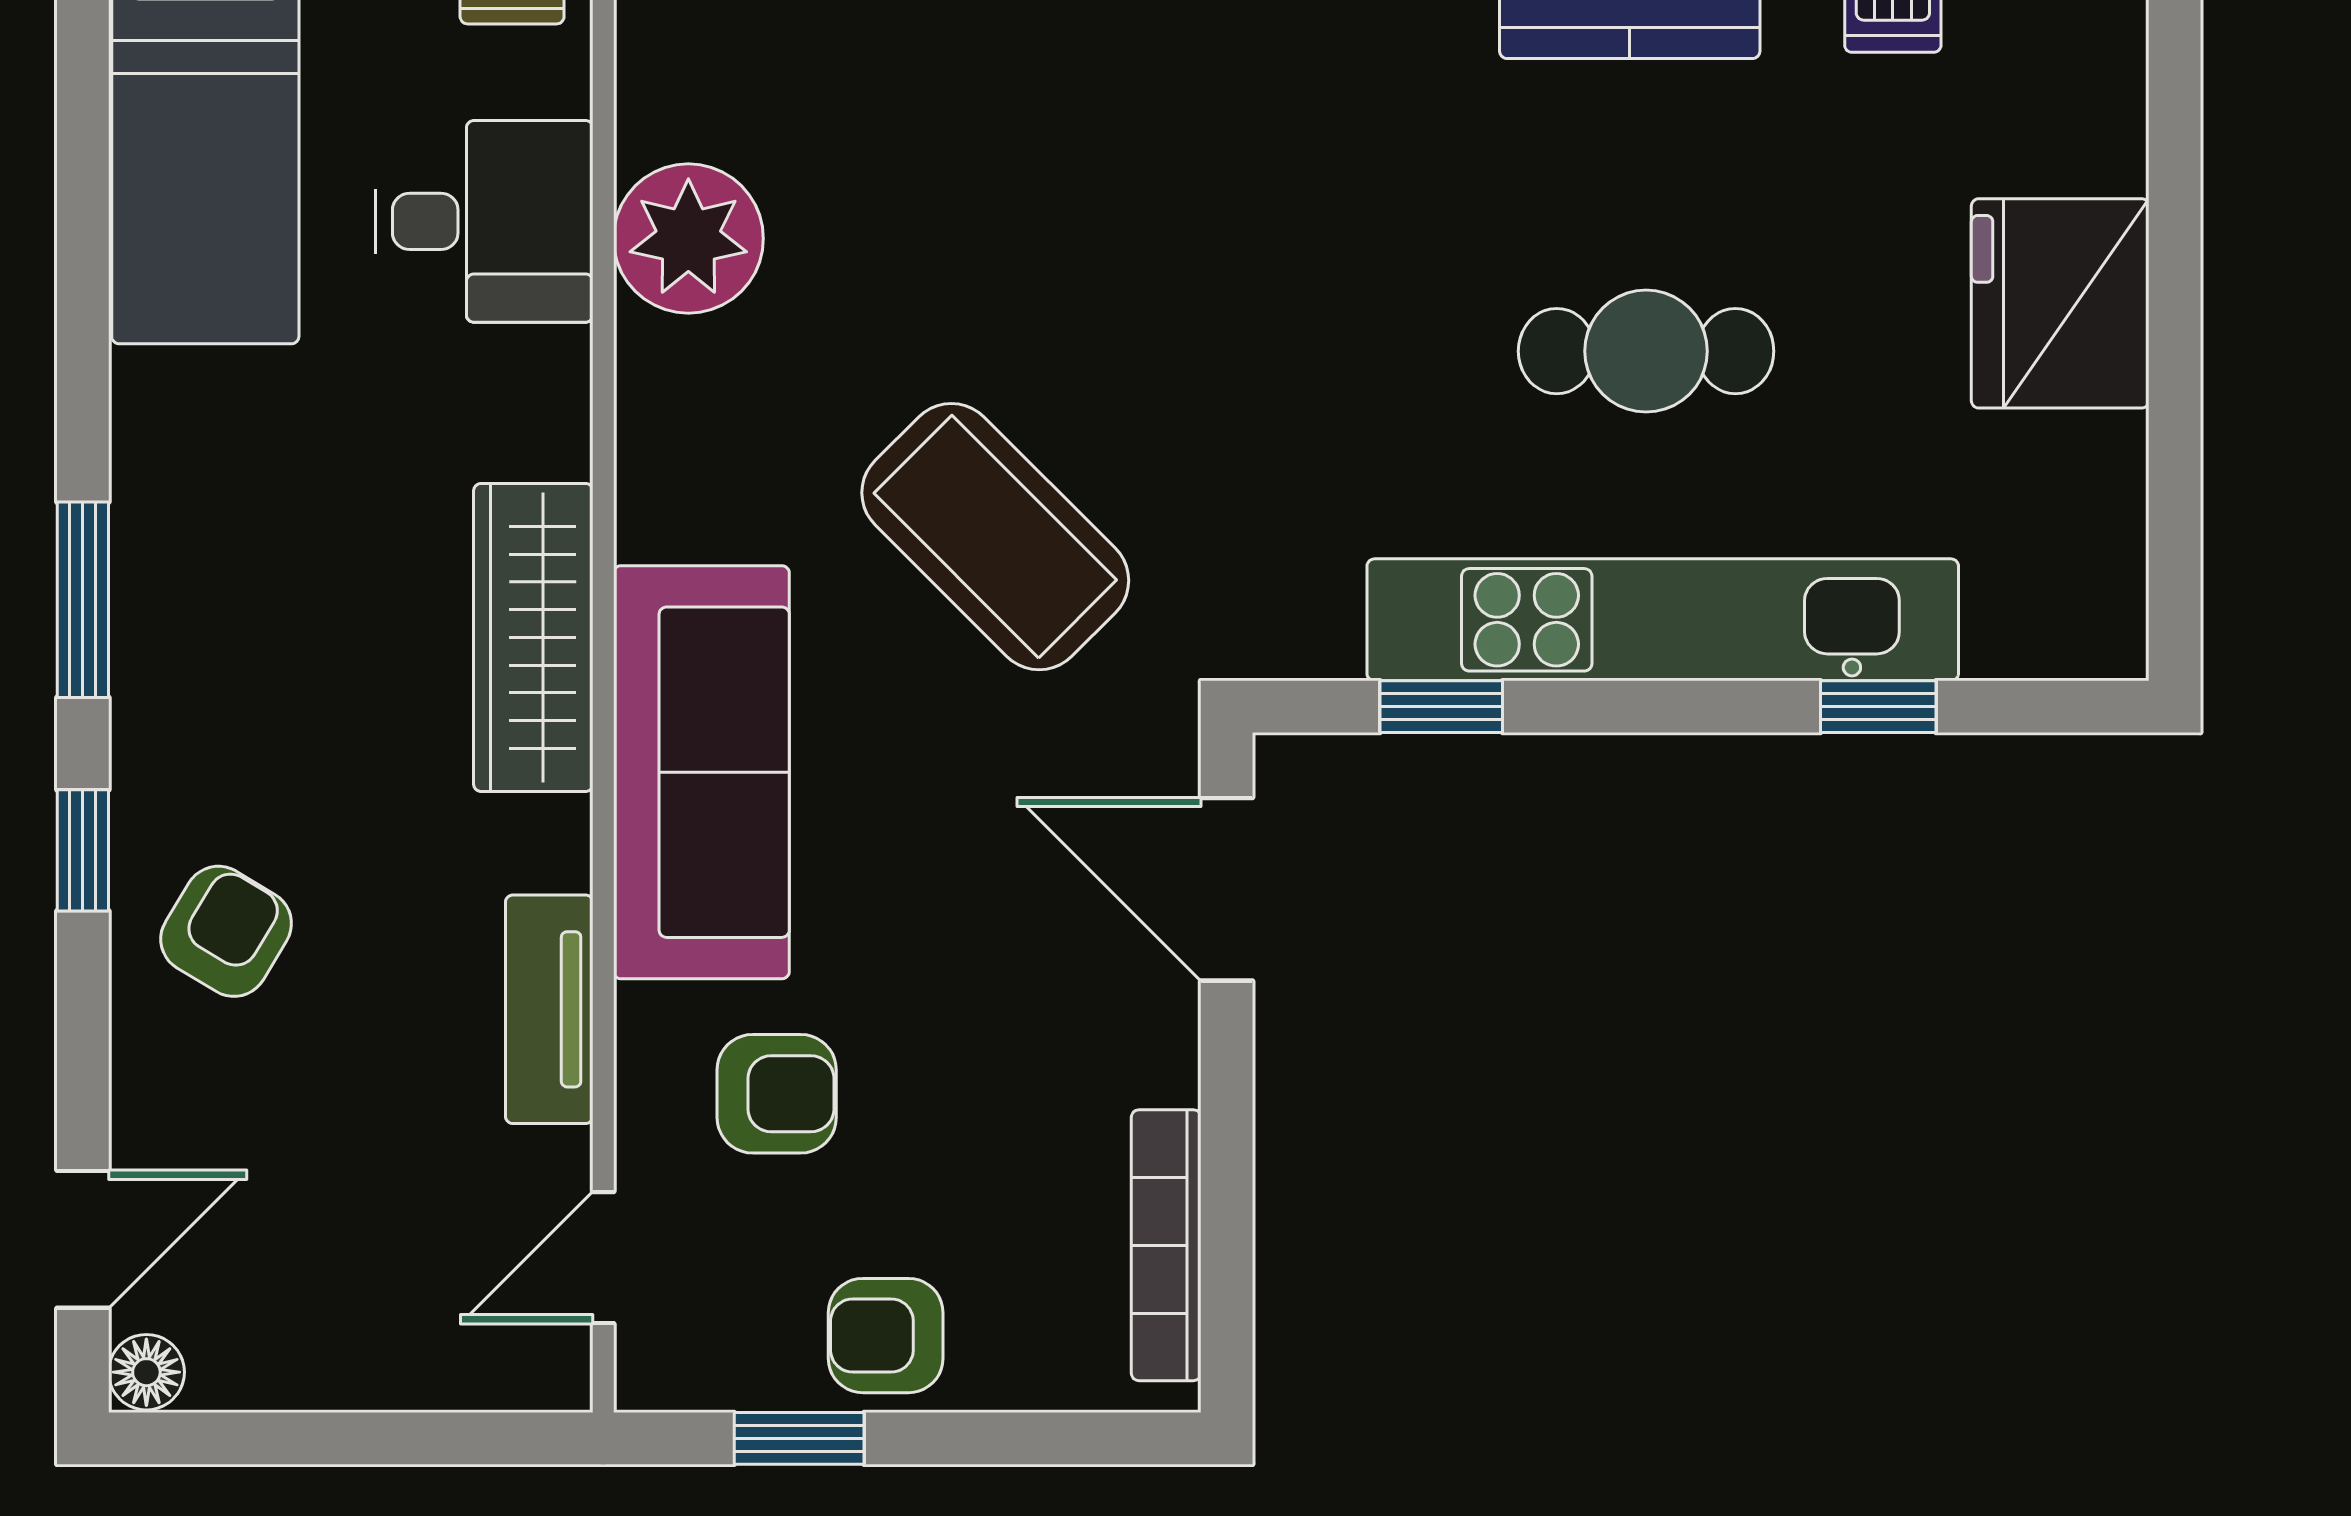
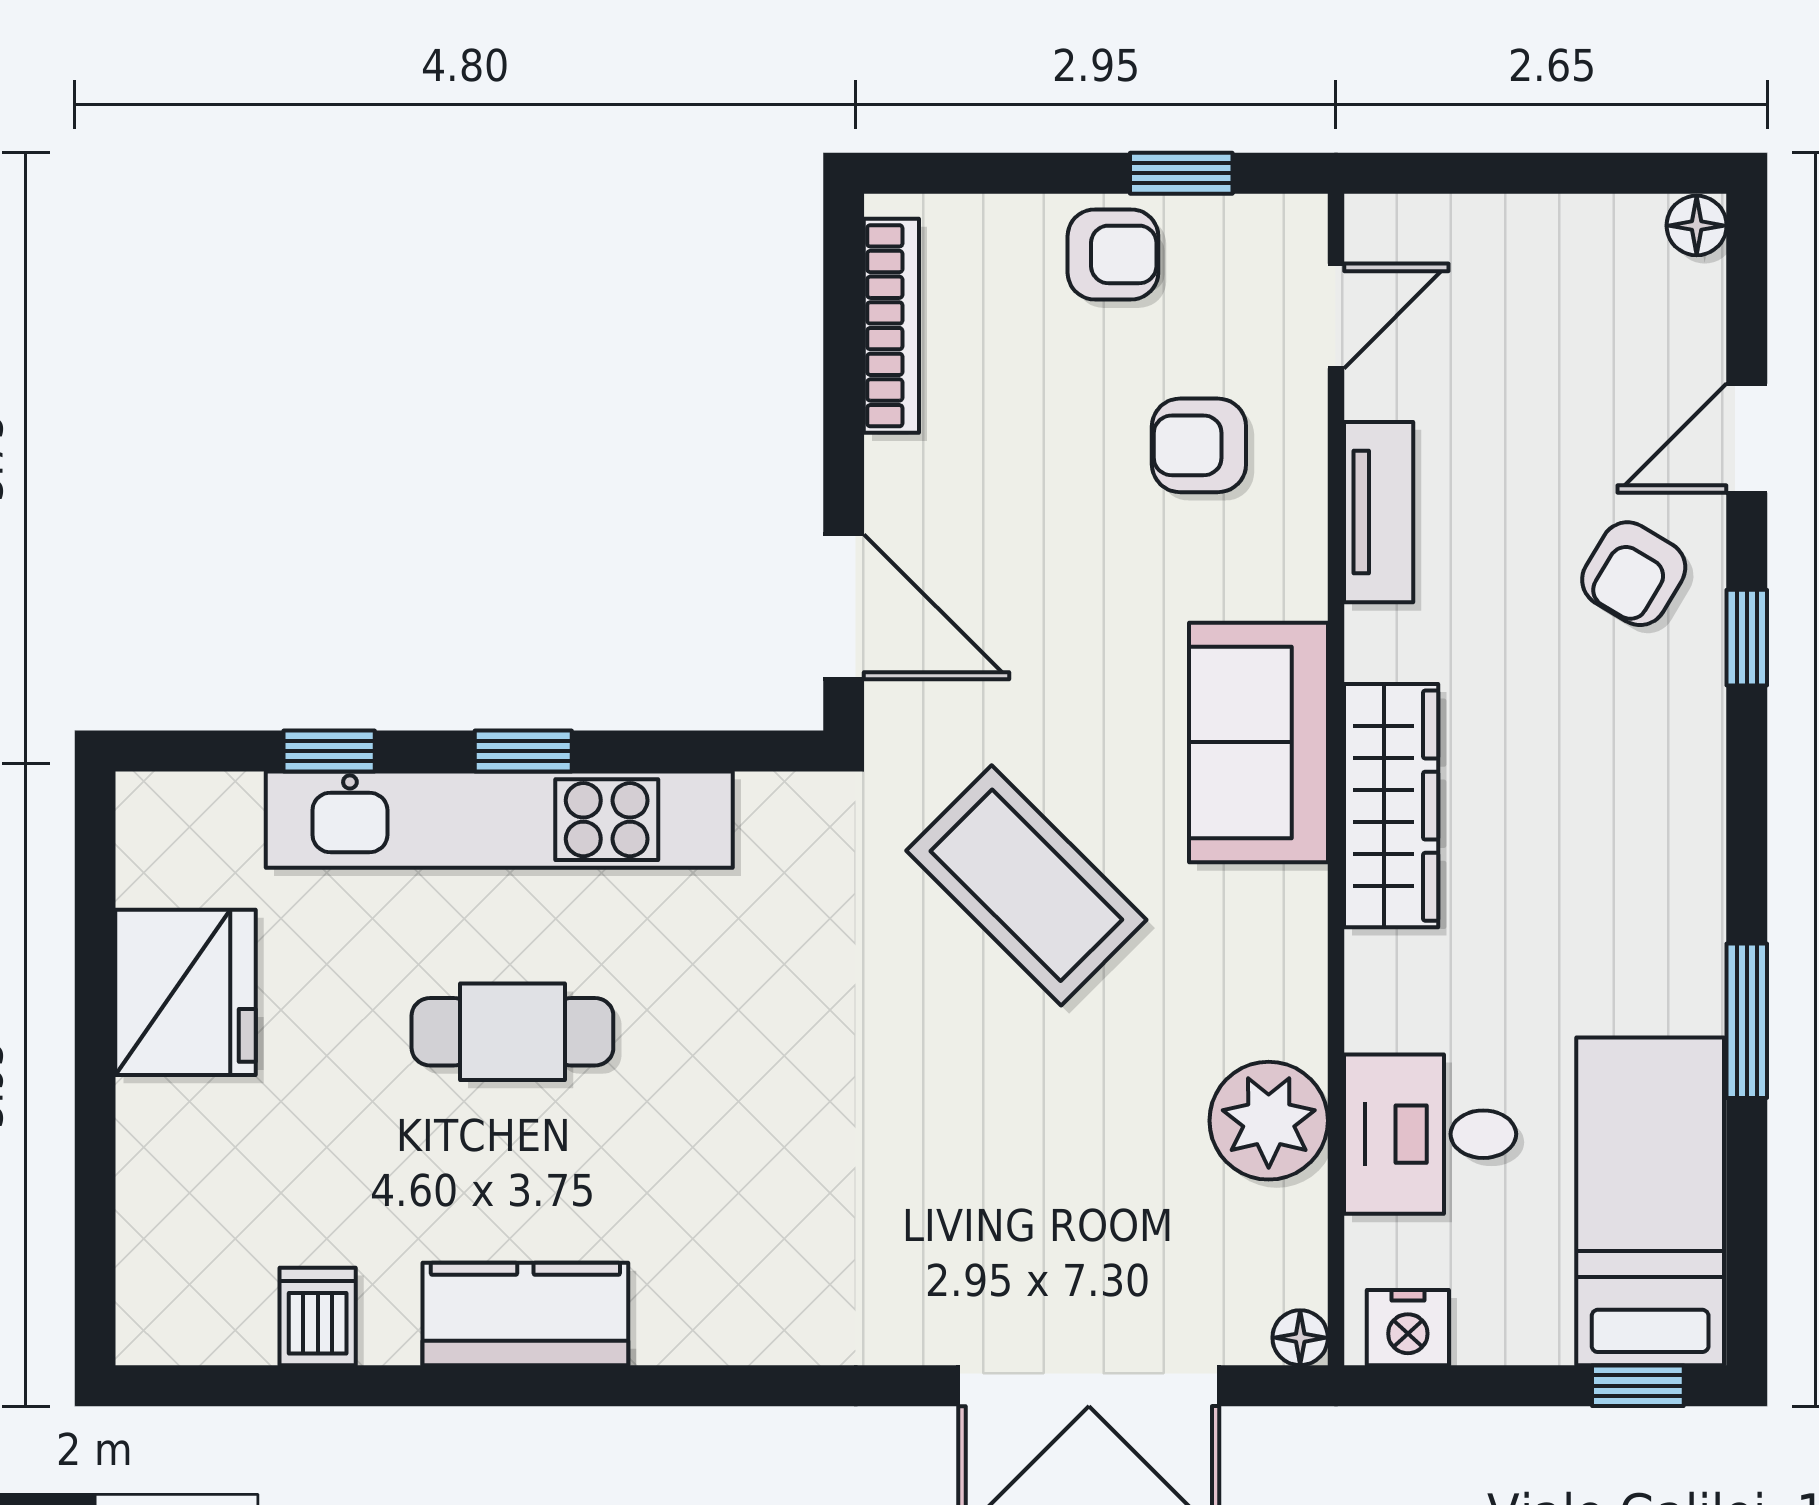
fridge: (2060, 303) -> (186, 992), moved
window: (83, 600) -> (1747, 1021), moved
window: (1441, 707) -> (523, 751), moved
sofa: (701, 772) -> (1258, 742), width x0.73
door: (83, 1239) -> (1747, 438), moved

